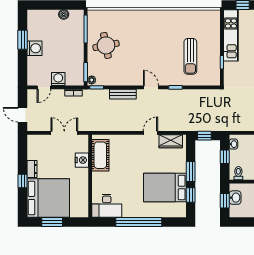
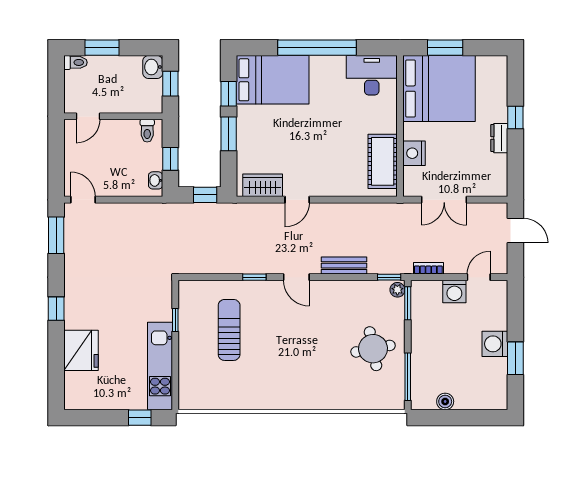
bed: (165, 188) -> (273, 80), moved
bed: (48, 198) -> (439, 89), moved, turned 180
washbasin: (235, 198) -> (153, 67), moved
window: (52, 222) -> (445, 48), moved

